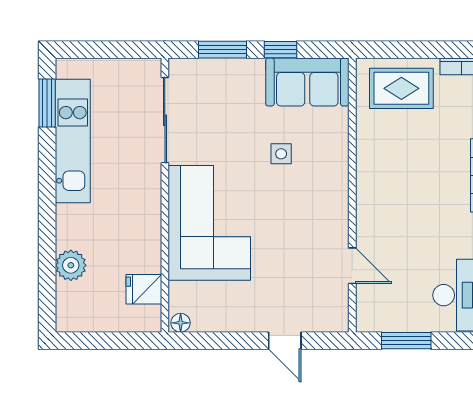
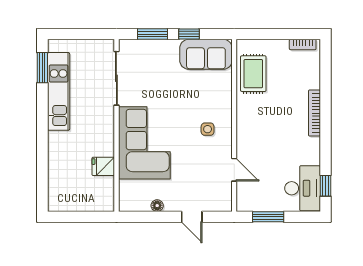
rug: (401, 88) -> (253, 74), moved, turned 90
side table: (281, 154) -> (208, 129), moved
plant: (71, 265) -> (57, 169), removed
fridge: (144, 289) -> (103, 166), moved
floor lamp: (181, 323) -> (157, 206), moved

